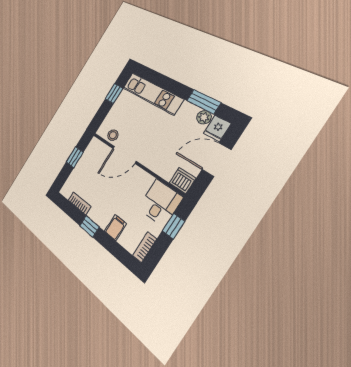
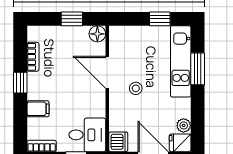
window: (204, 102) -> (198, 69), moved
stool: (113, 135) -> (136, 88), moved
floor lamp: (95, 145) -> (97, 34), added

